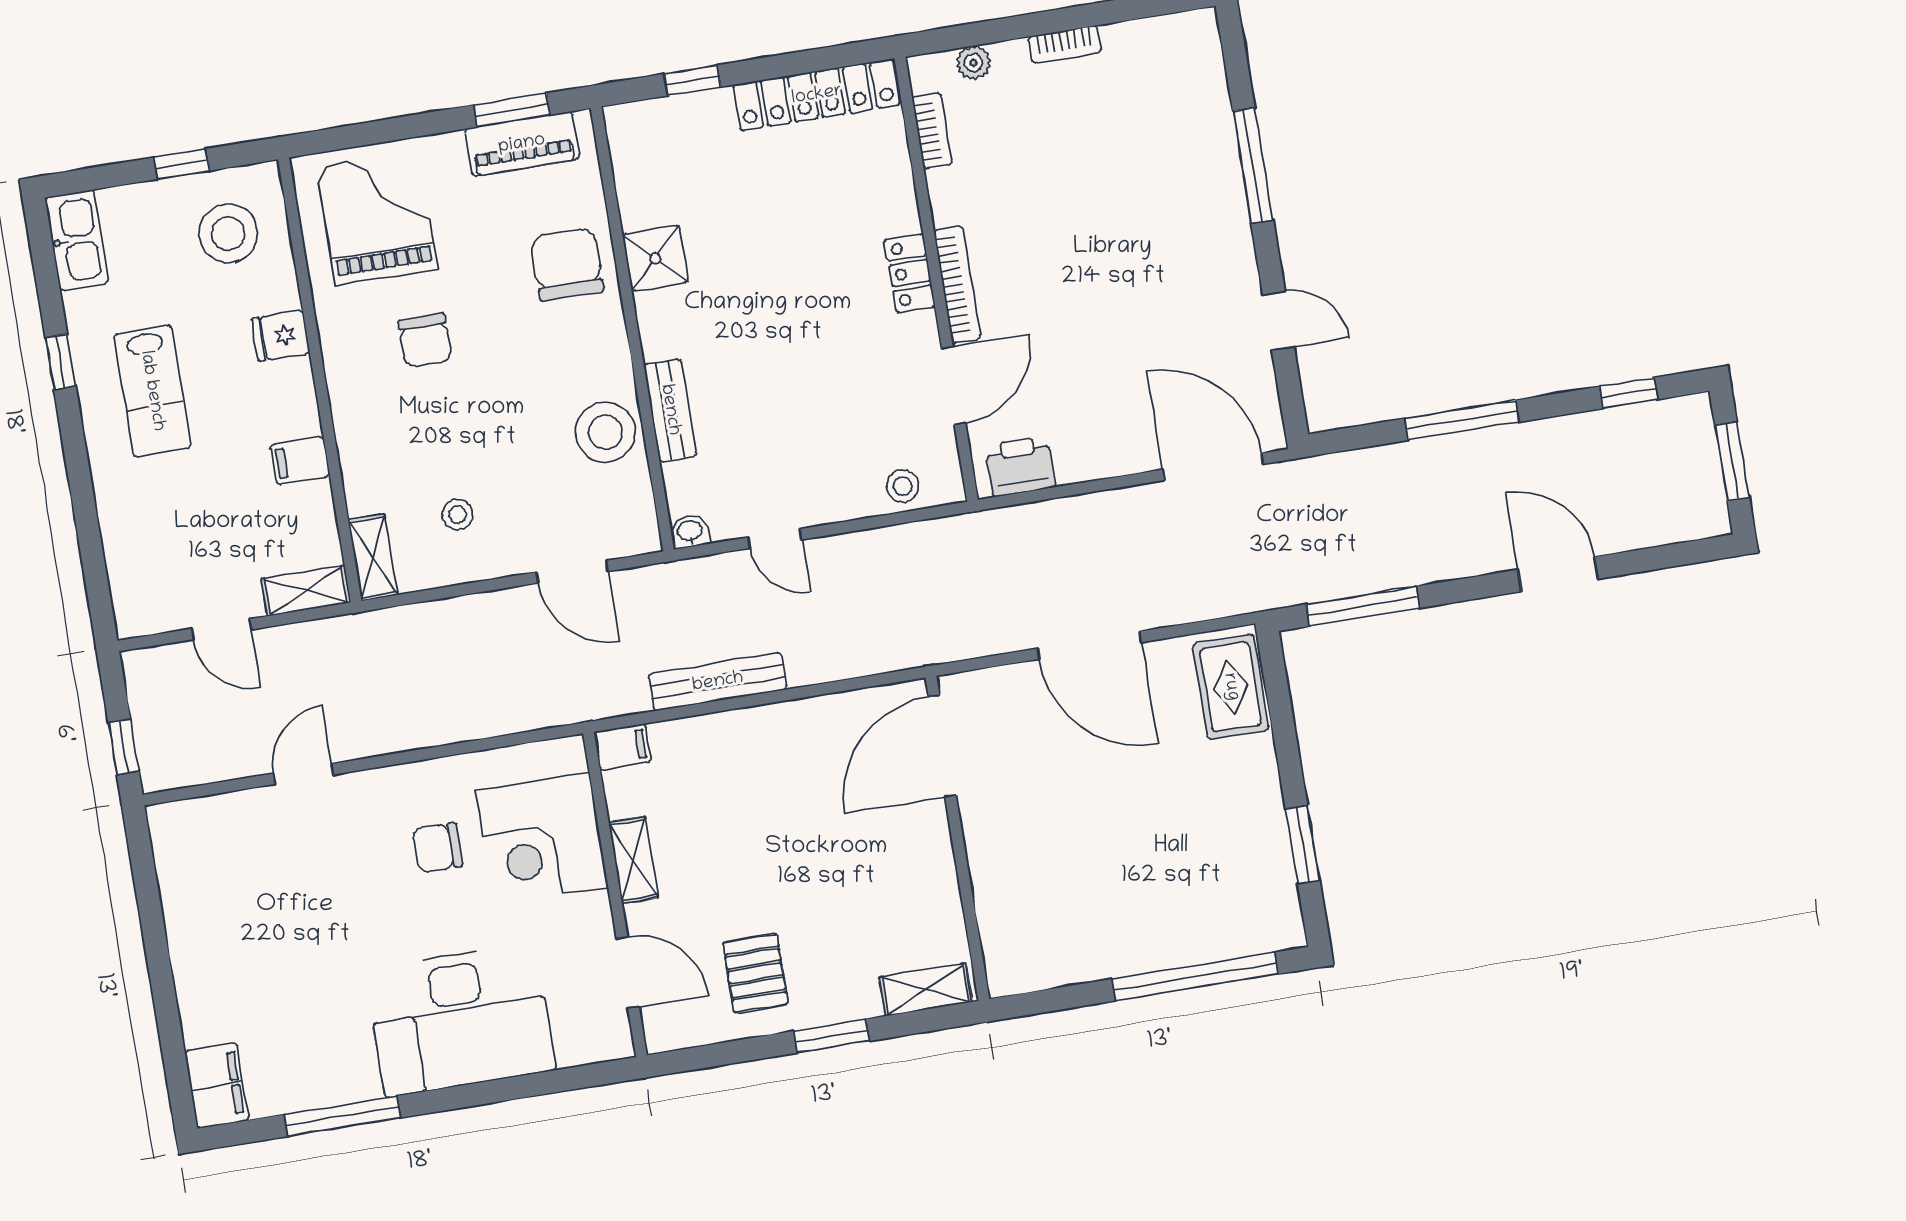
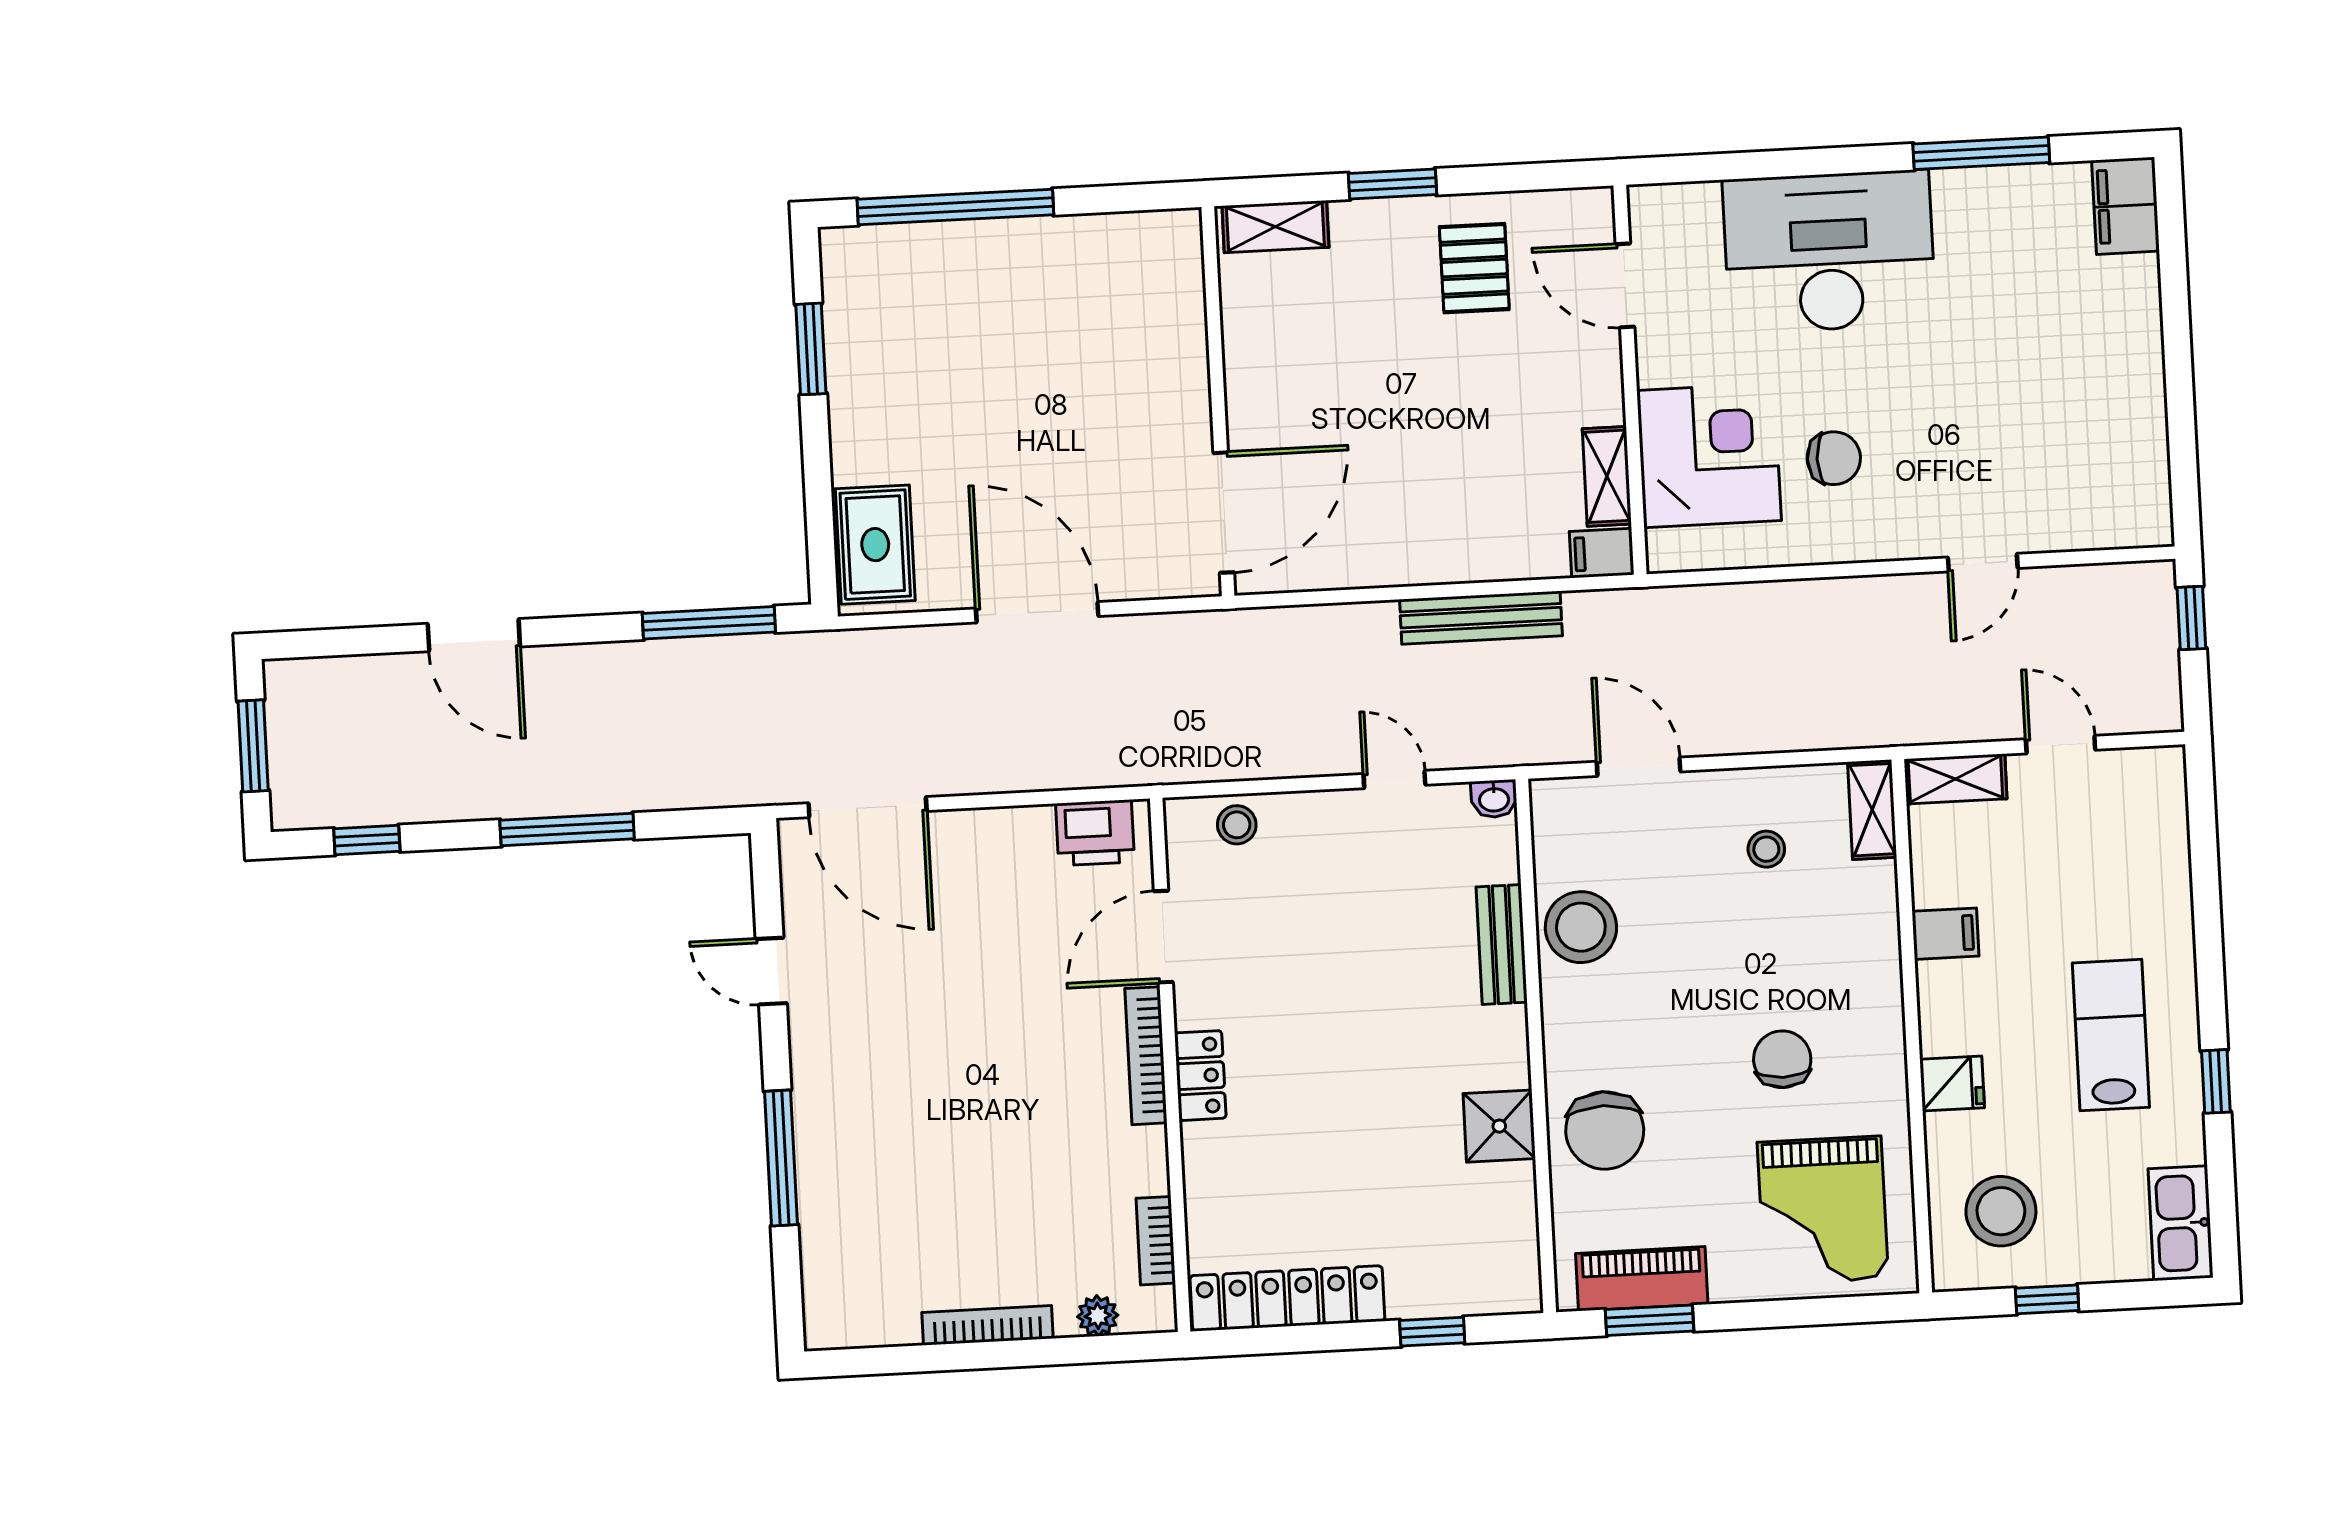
bookcase: (1065, 44) -> (988, 1325), width x1.56
shelving: (633, 860) -> (1607, 476), moved

